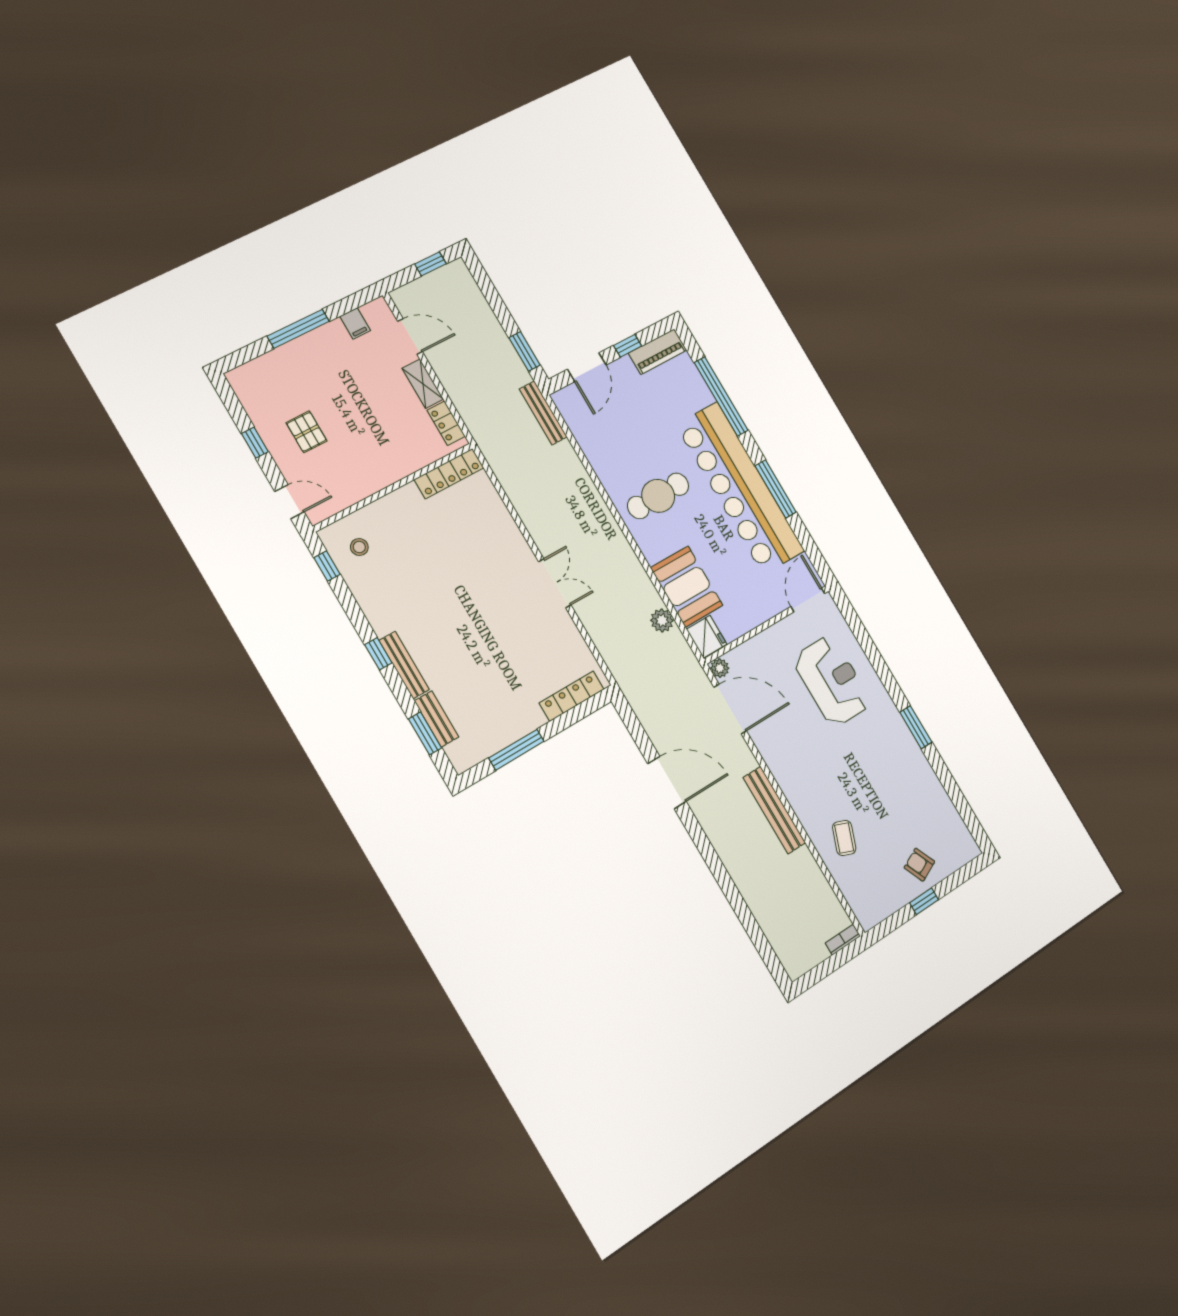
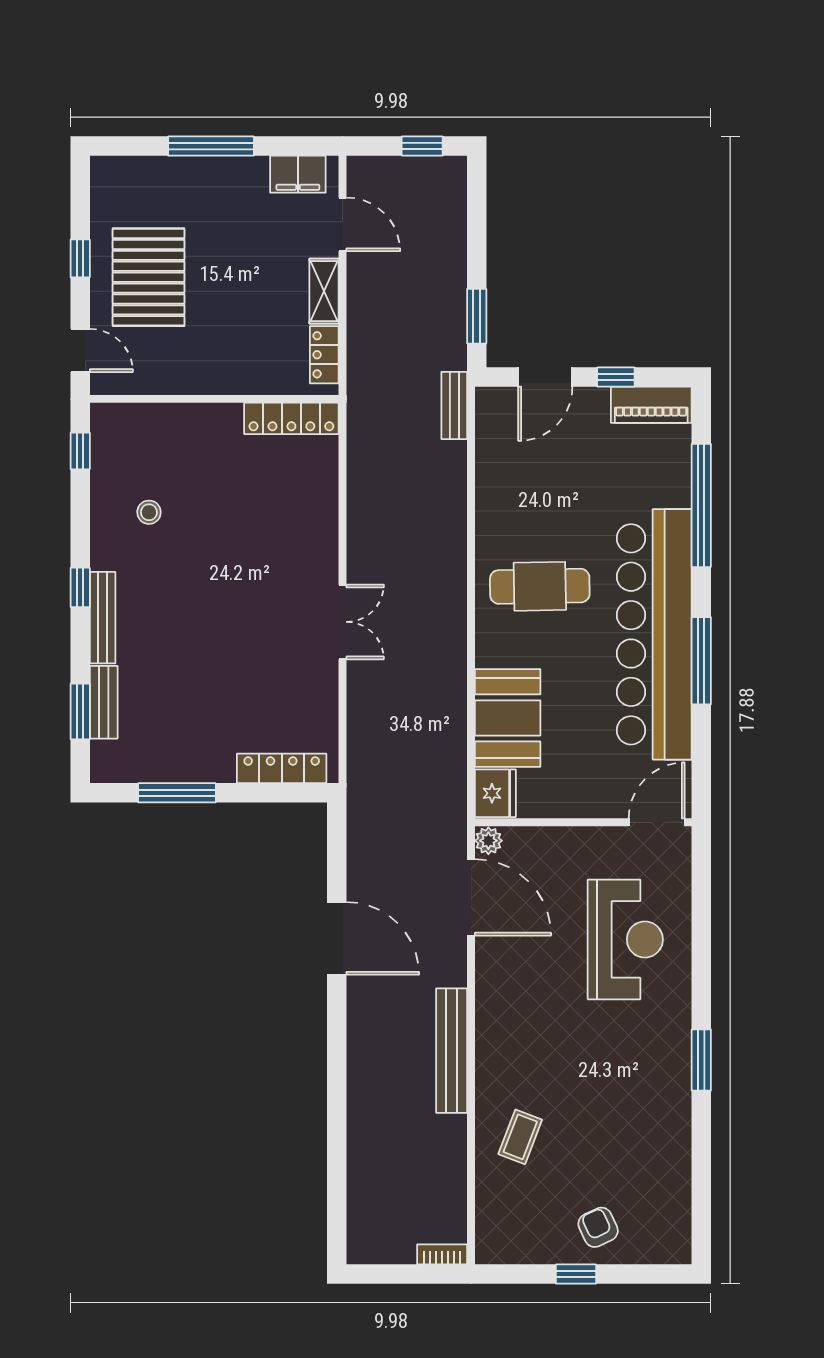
filing cabinet: (355, 323) -> (298, 174), width x2.00
bench: (543, 413) -> (454, 405), width x0.73
pallet: (307, 432) -> (149, 277), width x2.05, depth x2.00
stool: (359, 547) -> (149, 512), moved
plant: (662, 620) -> (450, 742), removed

